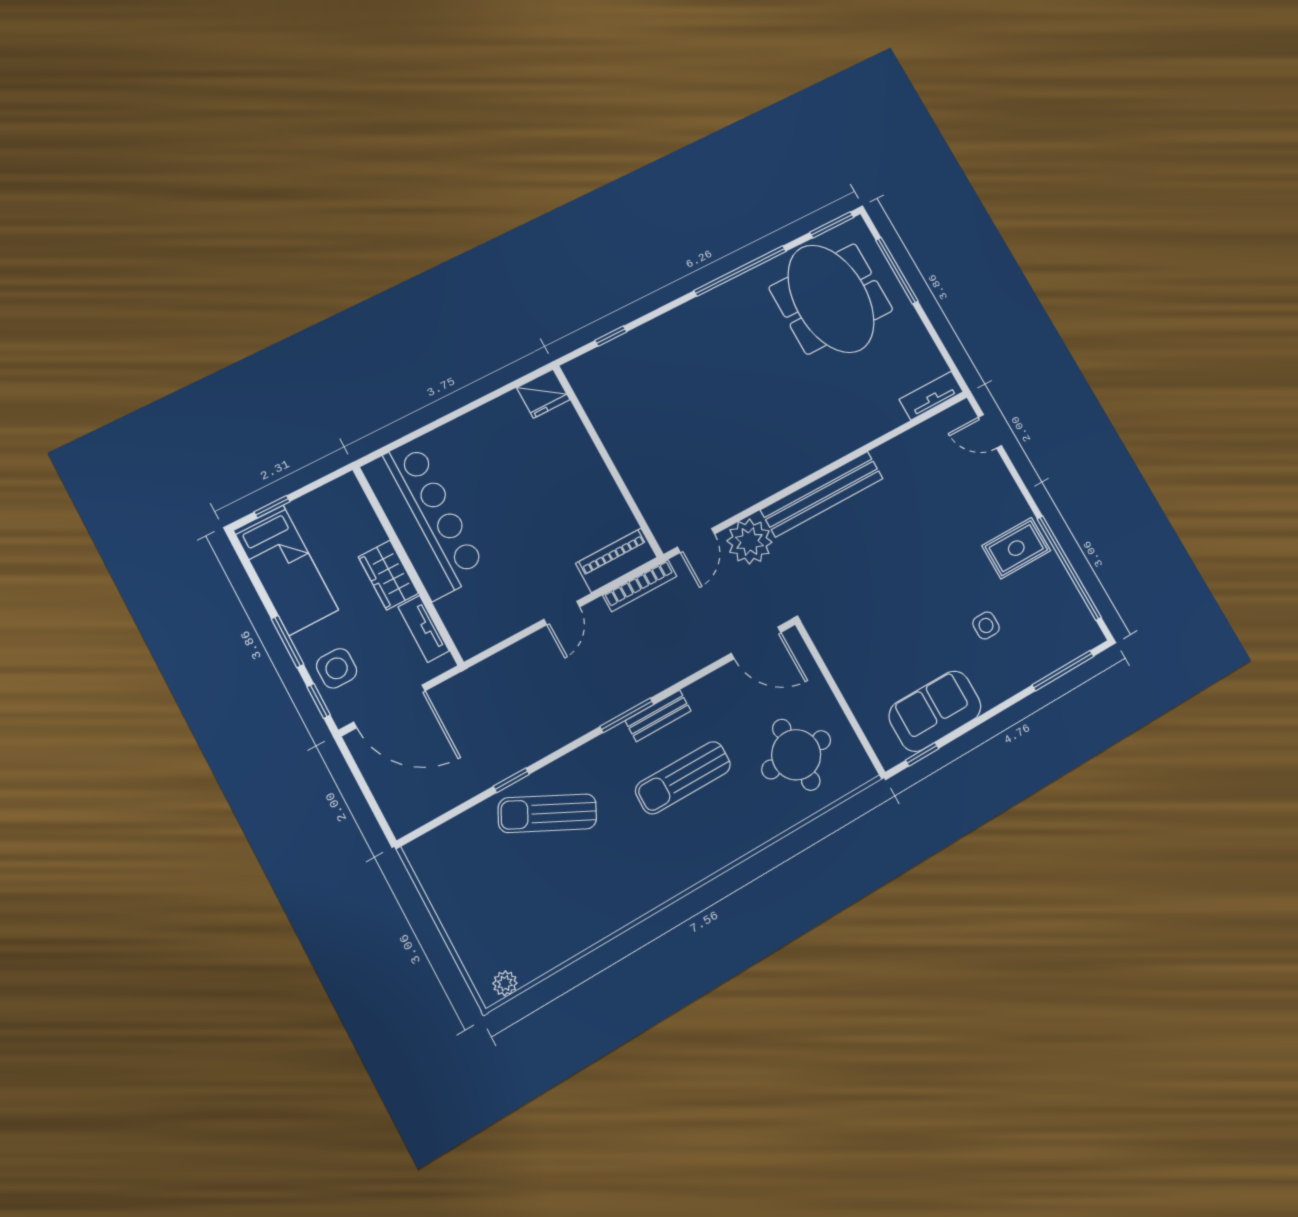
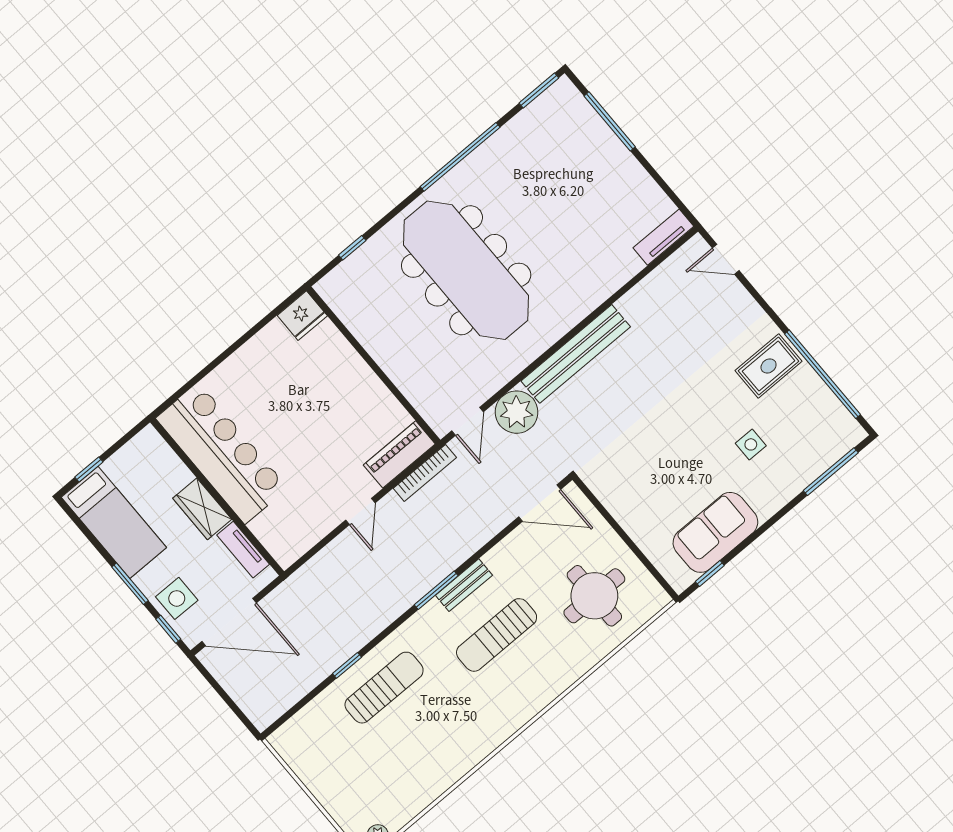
meeting table: (831, 299) -> (466, 270), moved, width x1.36
sun lounger: (547, 813) -> (384, 688), turned 153

